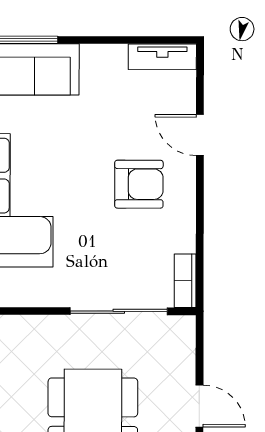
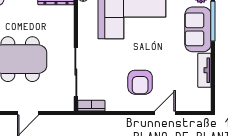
tv unit: (162, 57) -> (204, 70), moved

